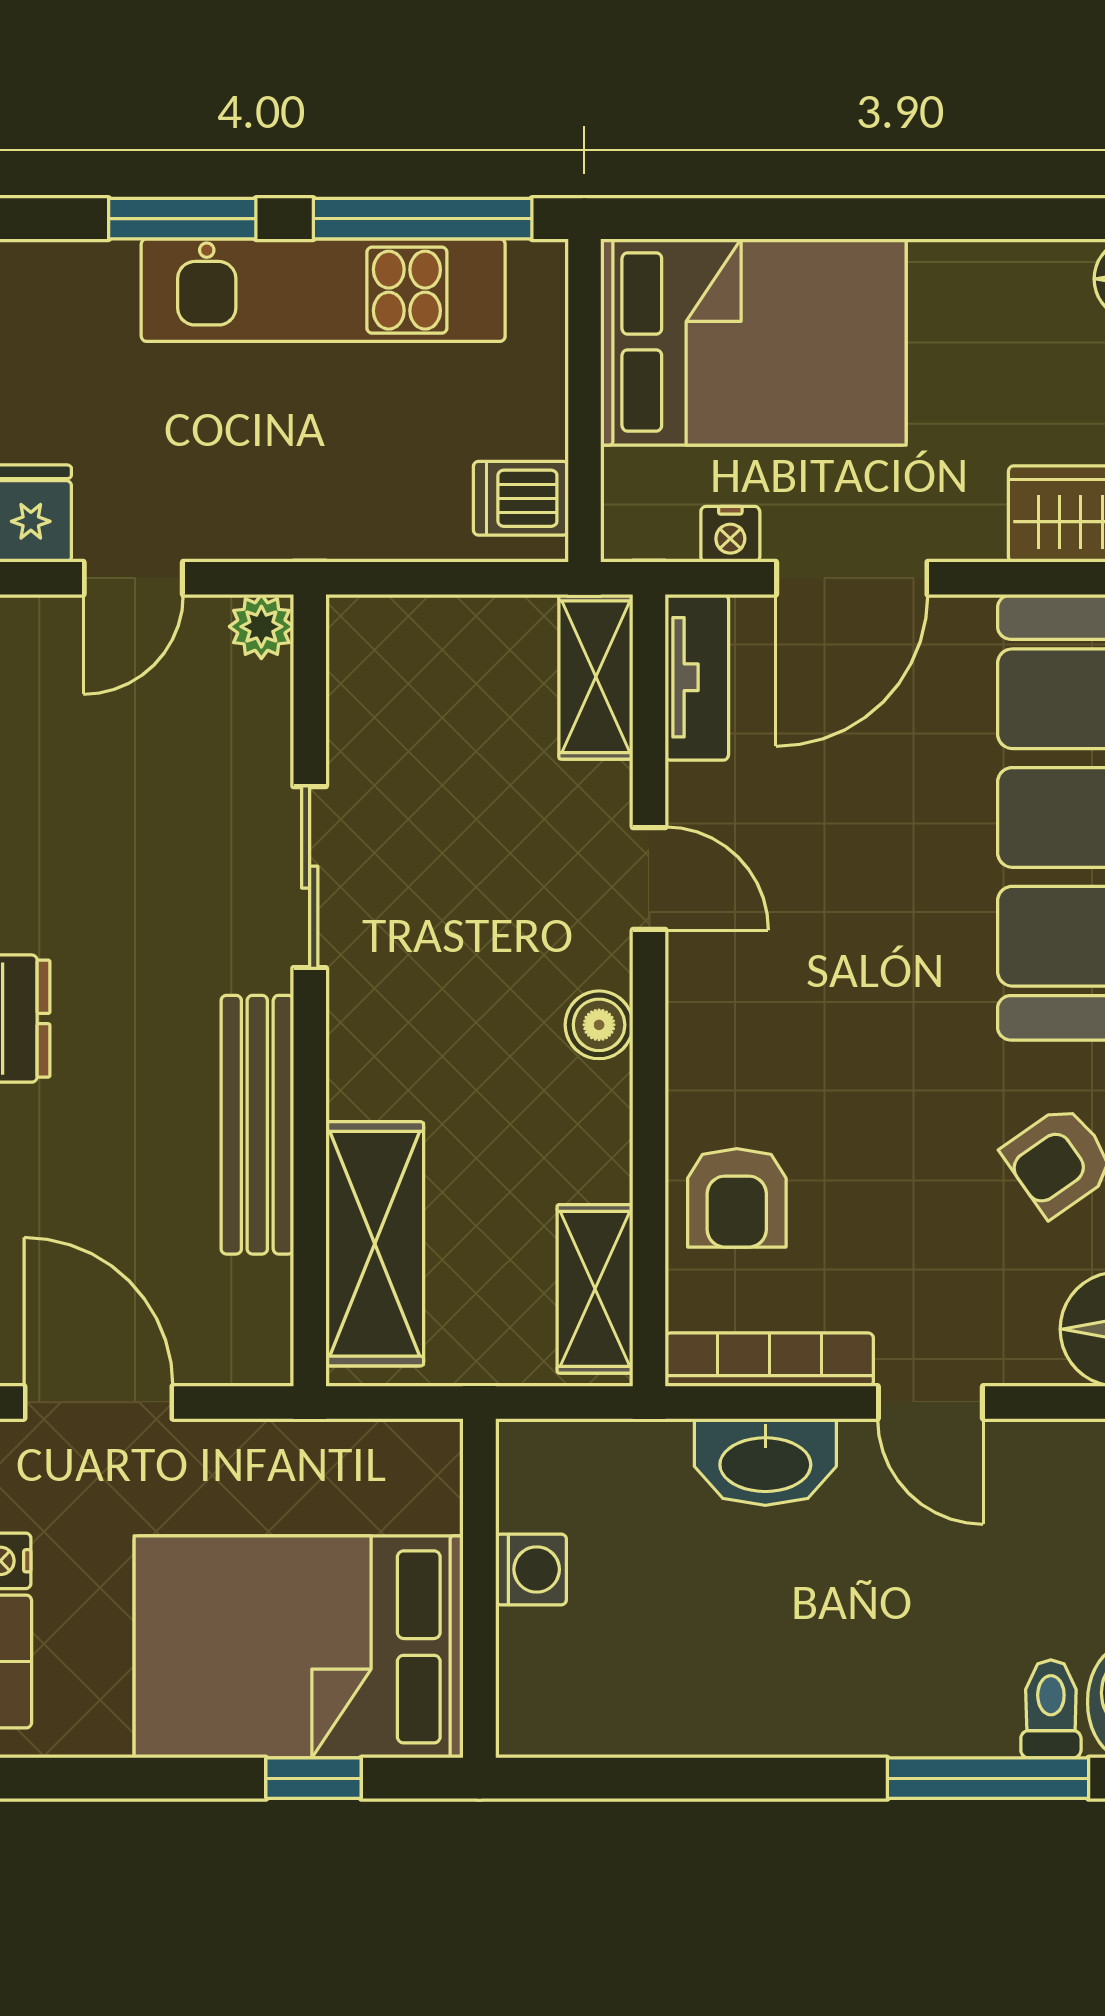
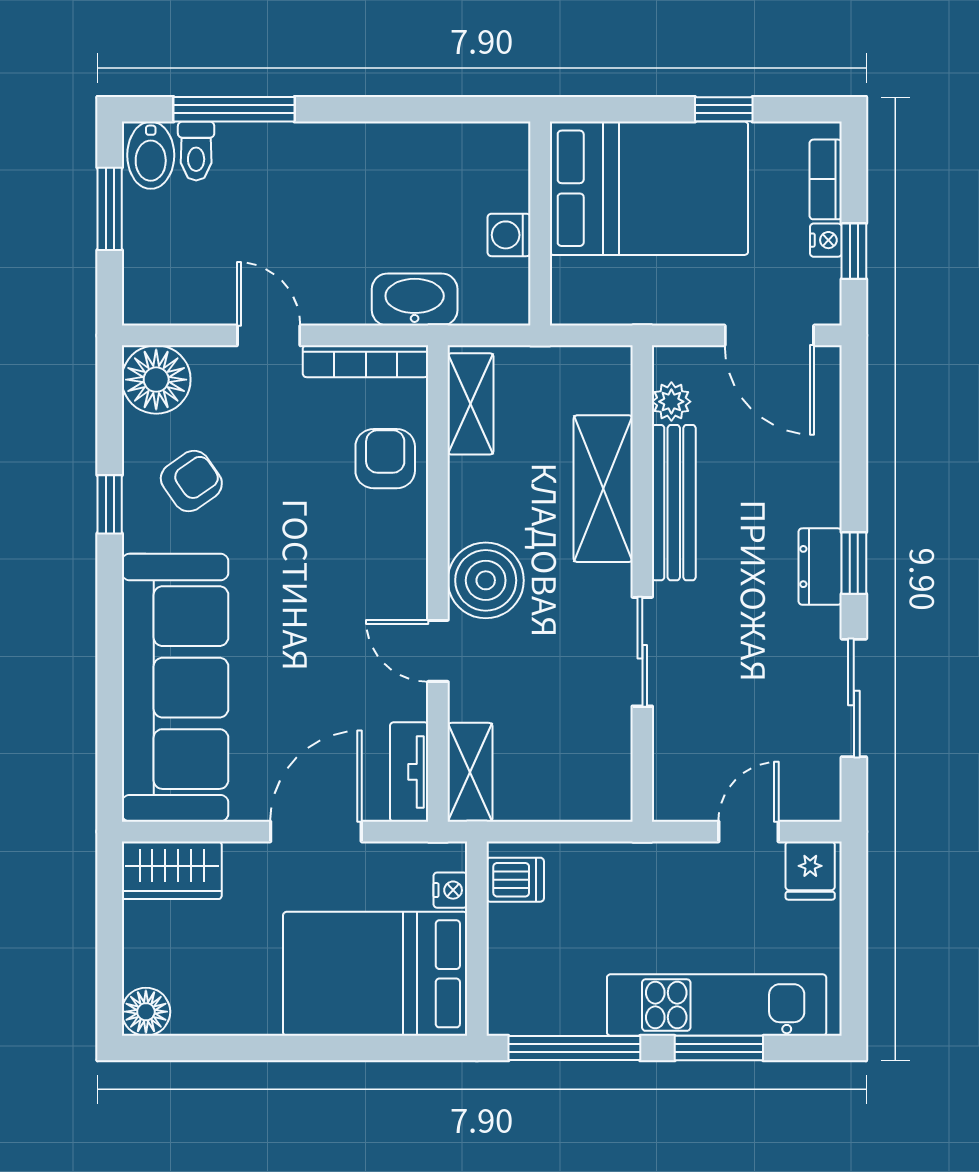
kitchen unit: (323, 290) -> (717, 1005), moved
nightstand: (730, 534) -> (450, 890), moved, turned 90
plant: (261, 627) -> (671, 402), moved
boiler: (599, 1025) -> (486, 580), width x1.86, depth x1.86
shelving: (375, 1244) -> (603, 489), moved
washbasin: (765, 1462) -> (415, 300), moved
window: (314, 1778) -> (724, 109), moved

